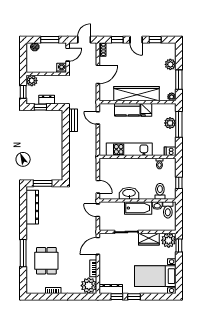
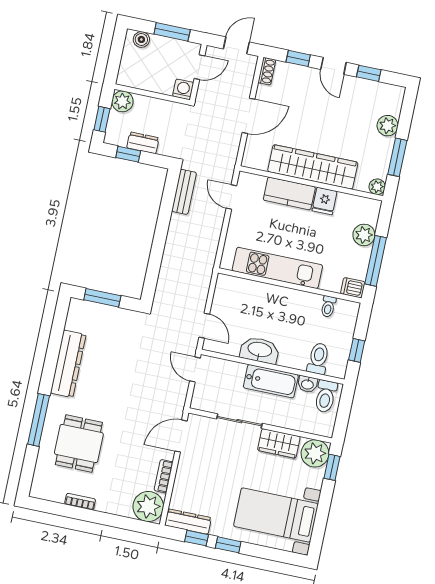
window: (179, 124) -> (376, 261), moved
dresser: (32, 207) -> (68, 364), moved

